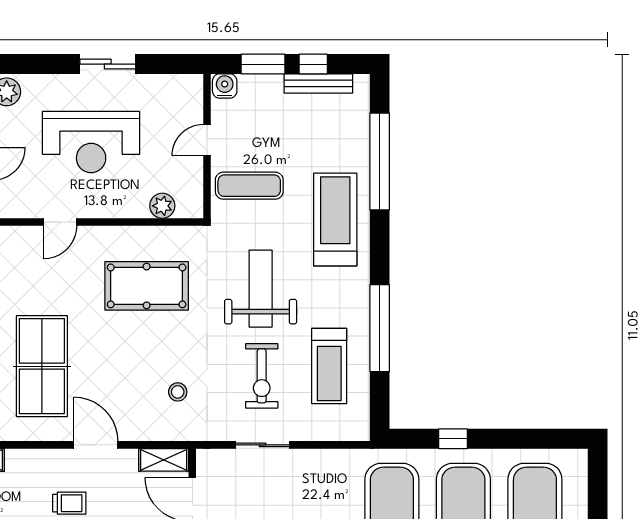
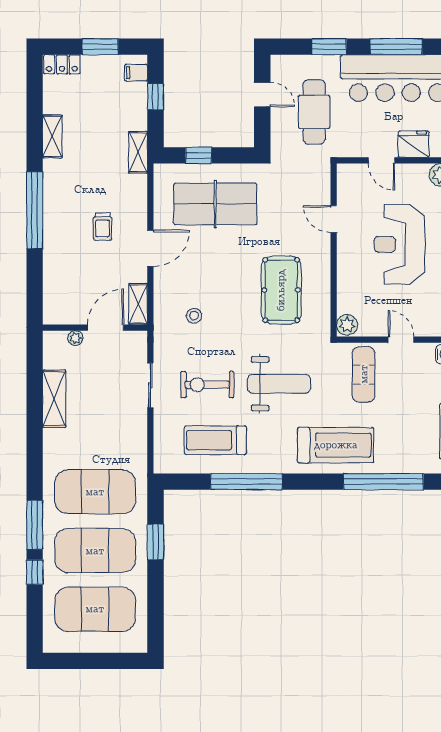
plant: (162, 206) -> (347, 325), moved
window: (453, 439) -> (155, 542), width x1.50

